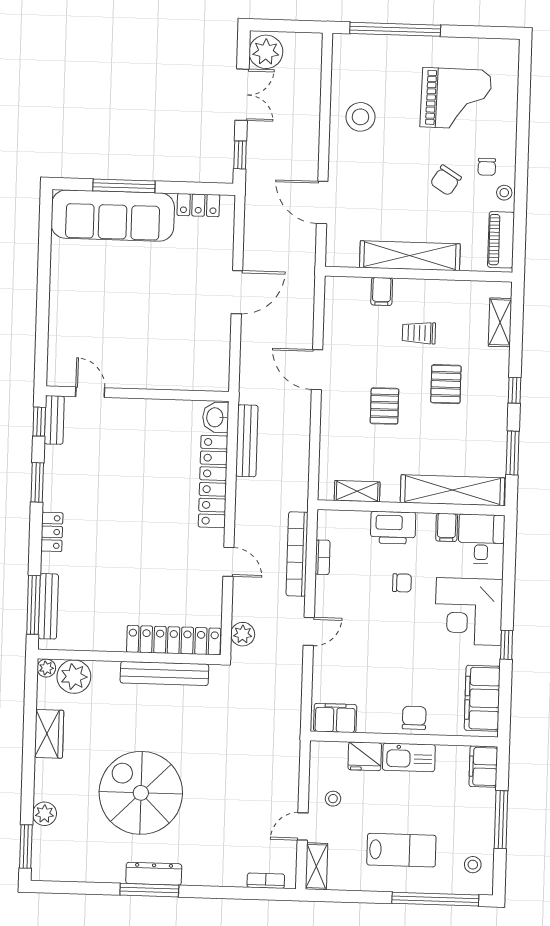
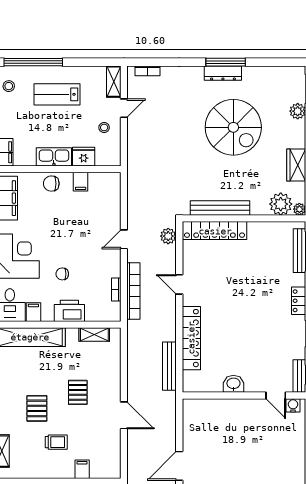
water cooler: (65, 377) -> (293, 405), added
washbasin: (216, 417) -> (233, 384), moved, turned -90
filing cabinet: (335, 718) -> (81, 182), moved, width x0.50
chair: (414, 718) -> (51, 184), turned 90

